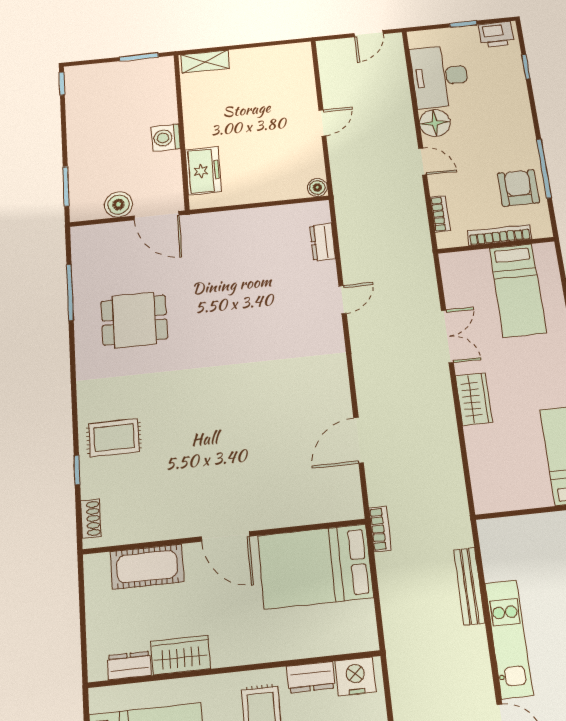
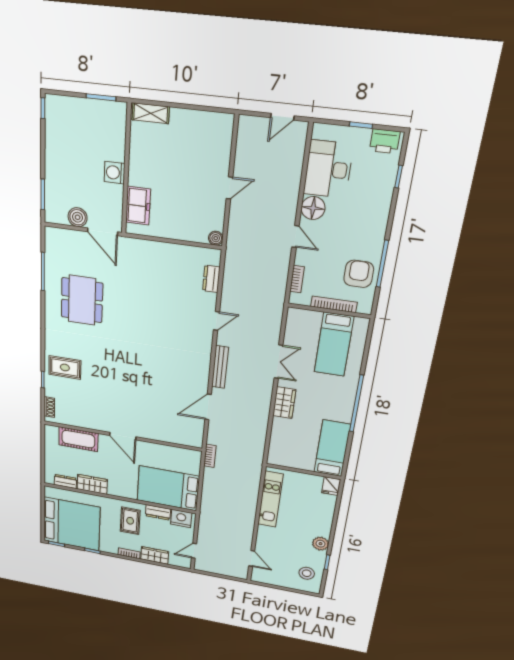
dining table: (134, 320) -> (82, 300), width x1.38
bed: (315, 566) -> (168, 488), moved
bench: (469, 586) -> (220, 367), moved
kitchen unit: (509, 639) -> (270, 499), moved

